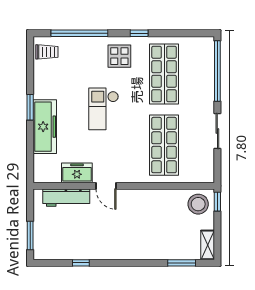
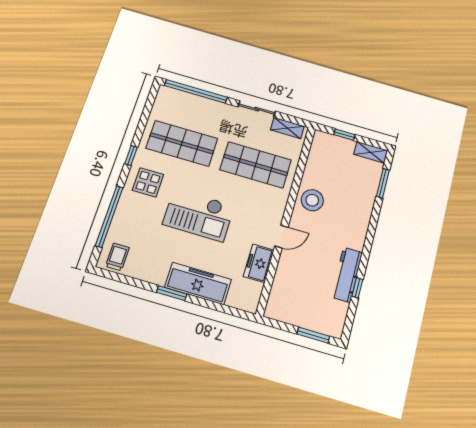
checkout: (104, 109) -> (198, 215), width x1.36, depth x1.21
shelving: (208, 164) -> (287, 128), added
workbench: (66, 198) -> (347, 275), moved, turned 180
window: (217, 202) -> (344, 135), moved
stool: (198, 204) -> (312, 200), moved

